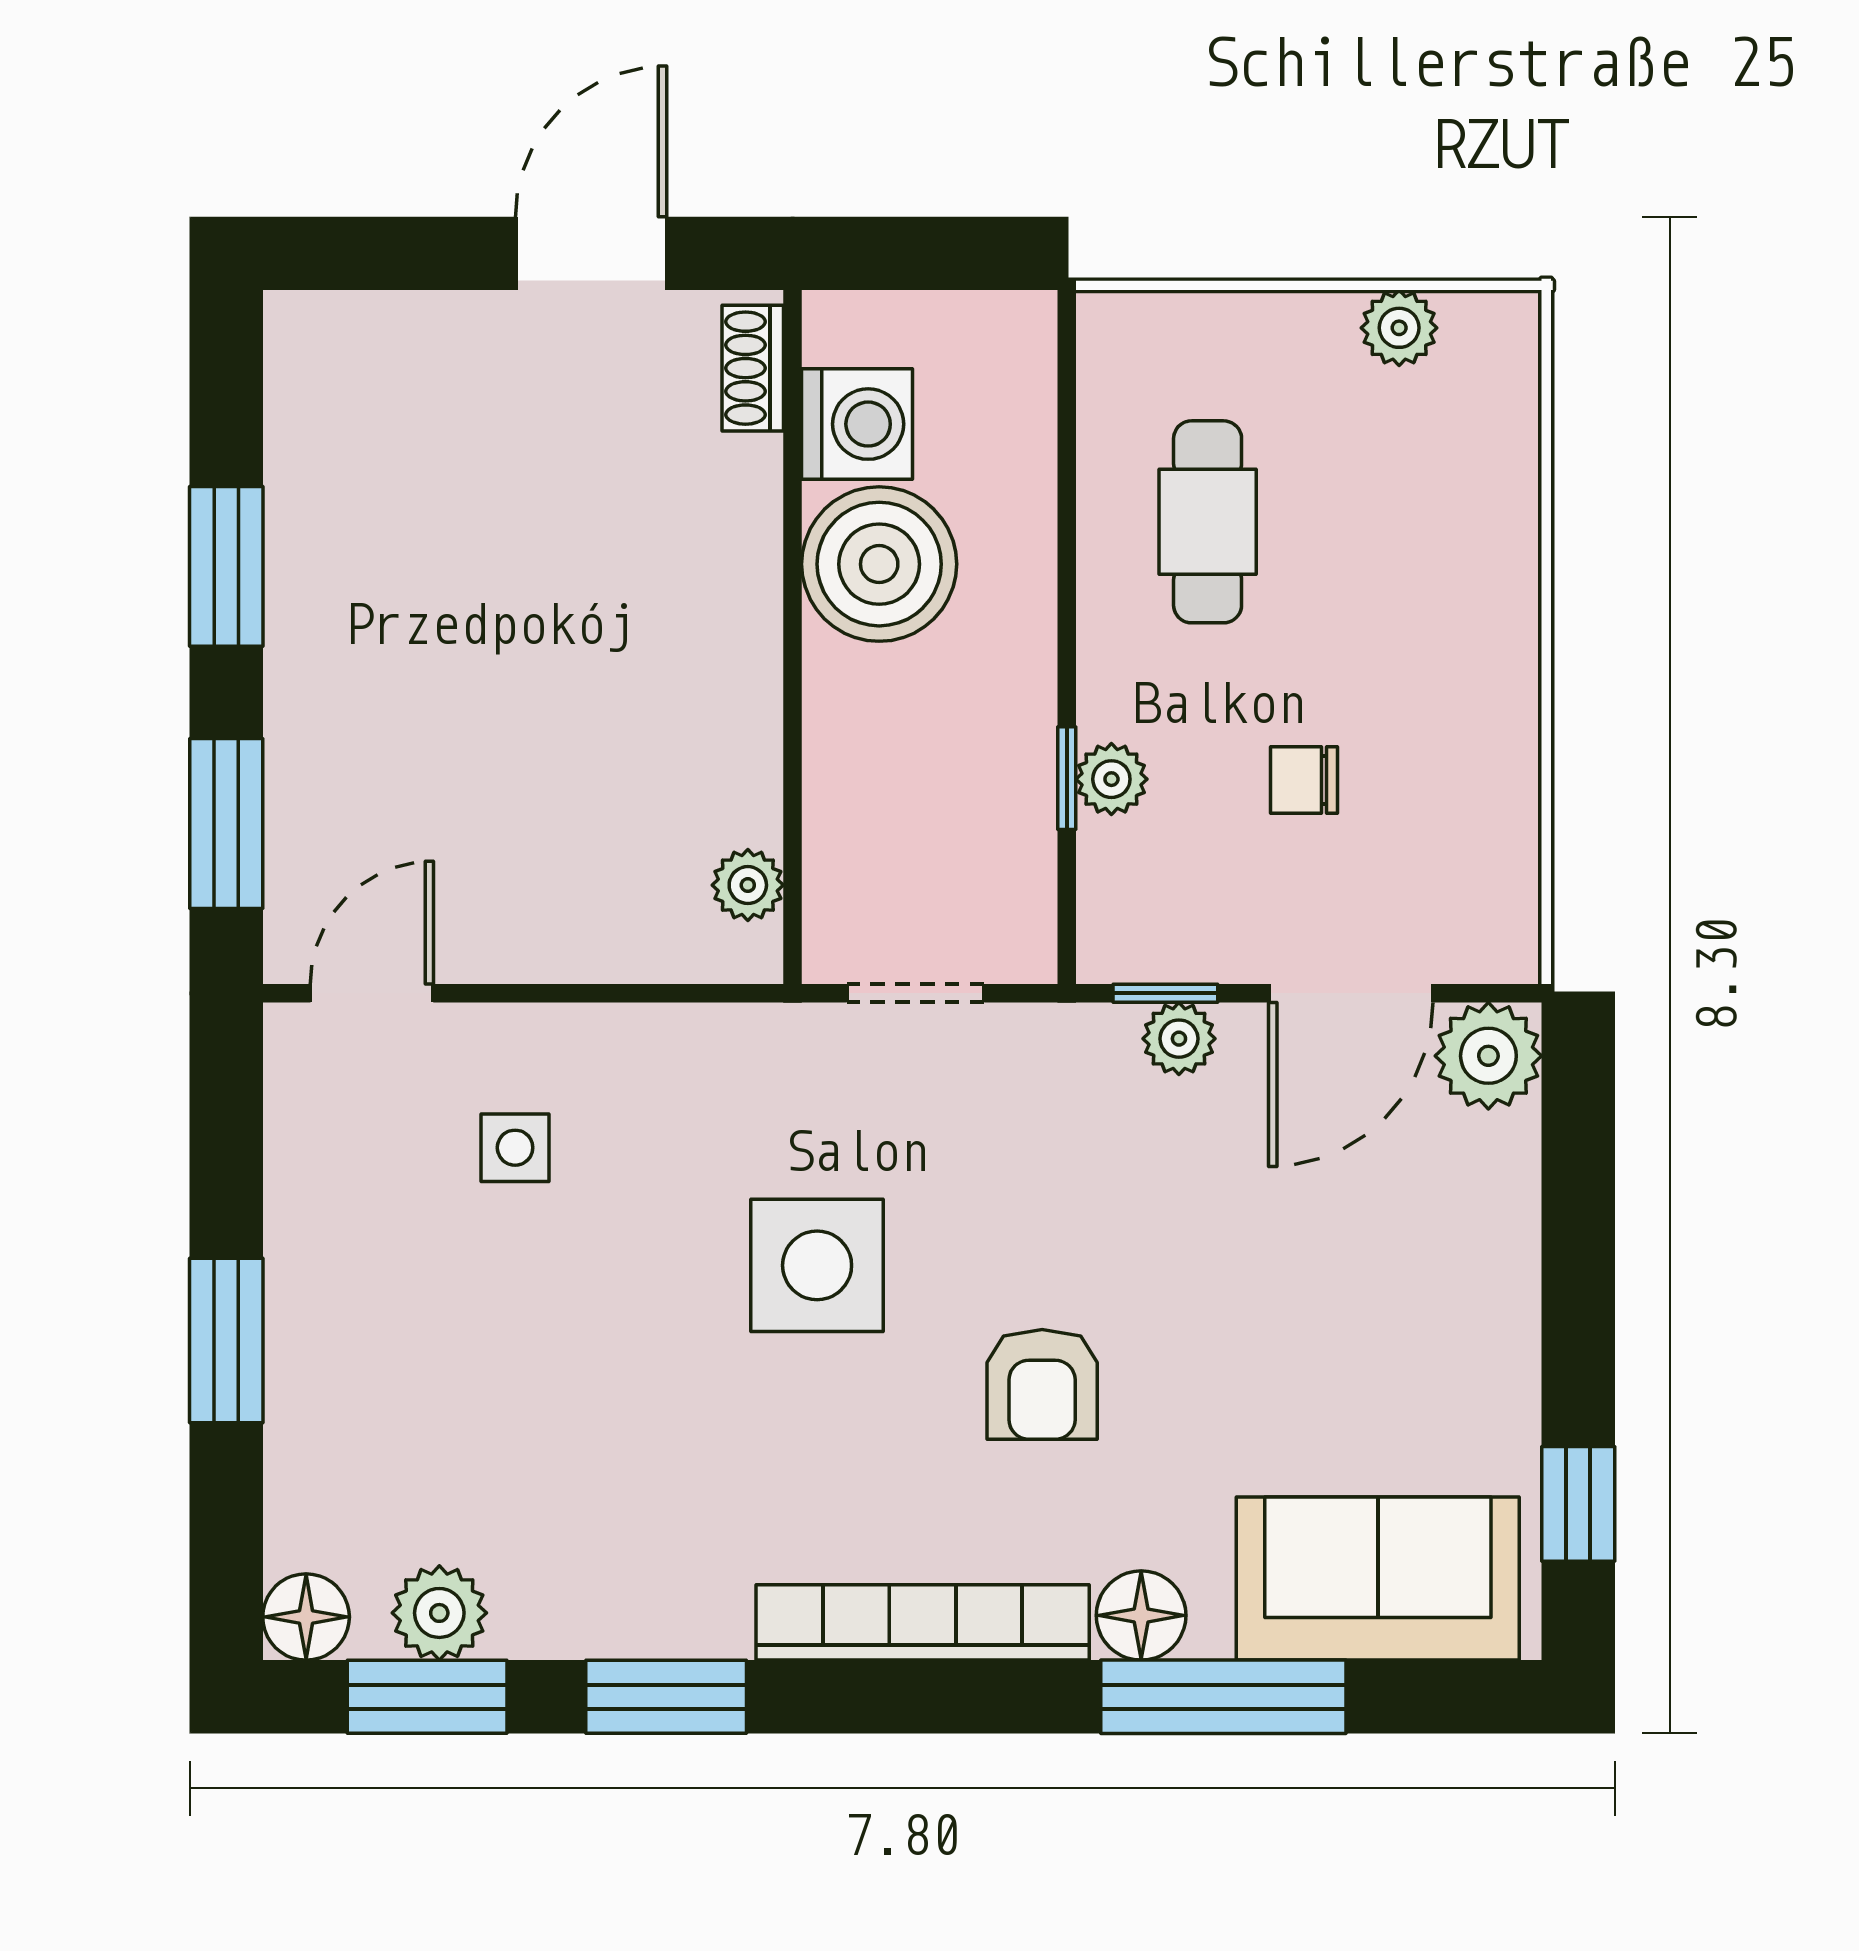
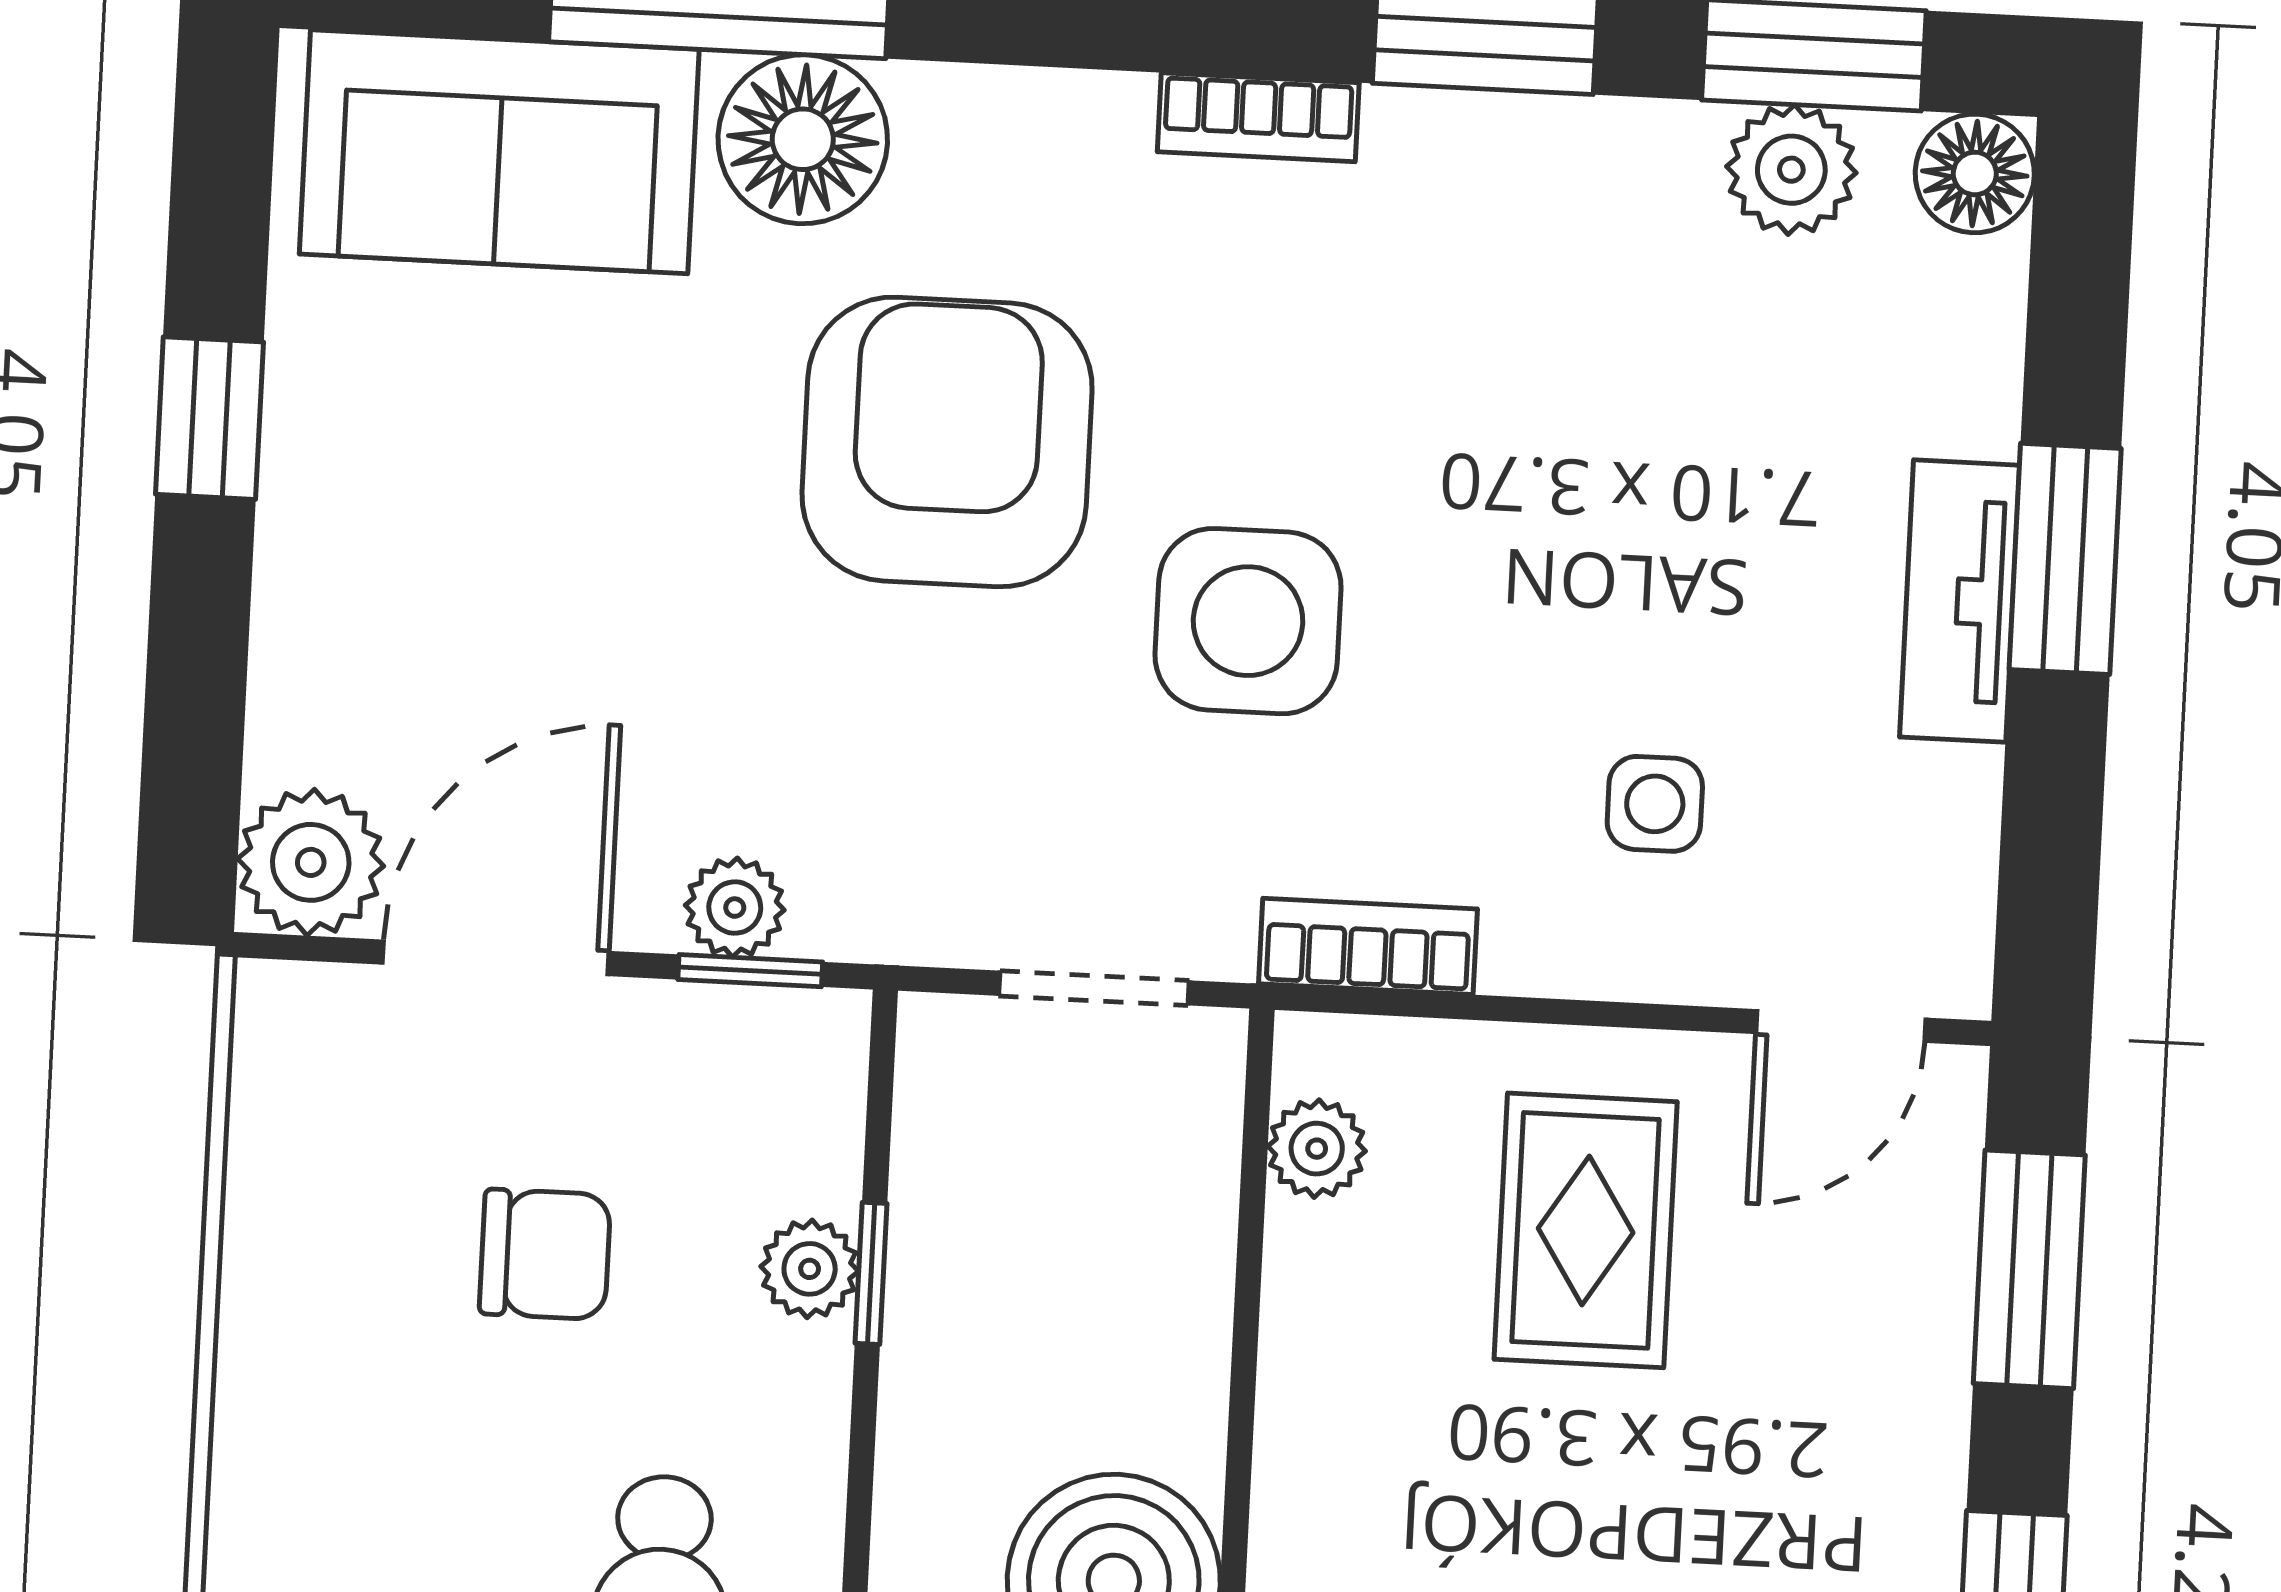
chair: (1304, 780) -> (545, 1254), width x1.37, depth x1.37
rug: (550, 836) -> (1586, 1230), added
bookcase: (718, 1034) -> (1368, 946), added
tv unit: (301, 1306) -> (1960, 601), added
armchair: (1042, 1384) -> (947, 442), width x1.88, depth x1.88
window: (1578, 1504) -> (209, 418), moved
floor lamp: (1141, 1615) -> (803, 139), width x1.38, depth x1.38
bookcase: (923, 1622) -> (1258, 117), width x0.43, depth x0.76

